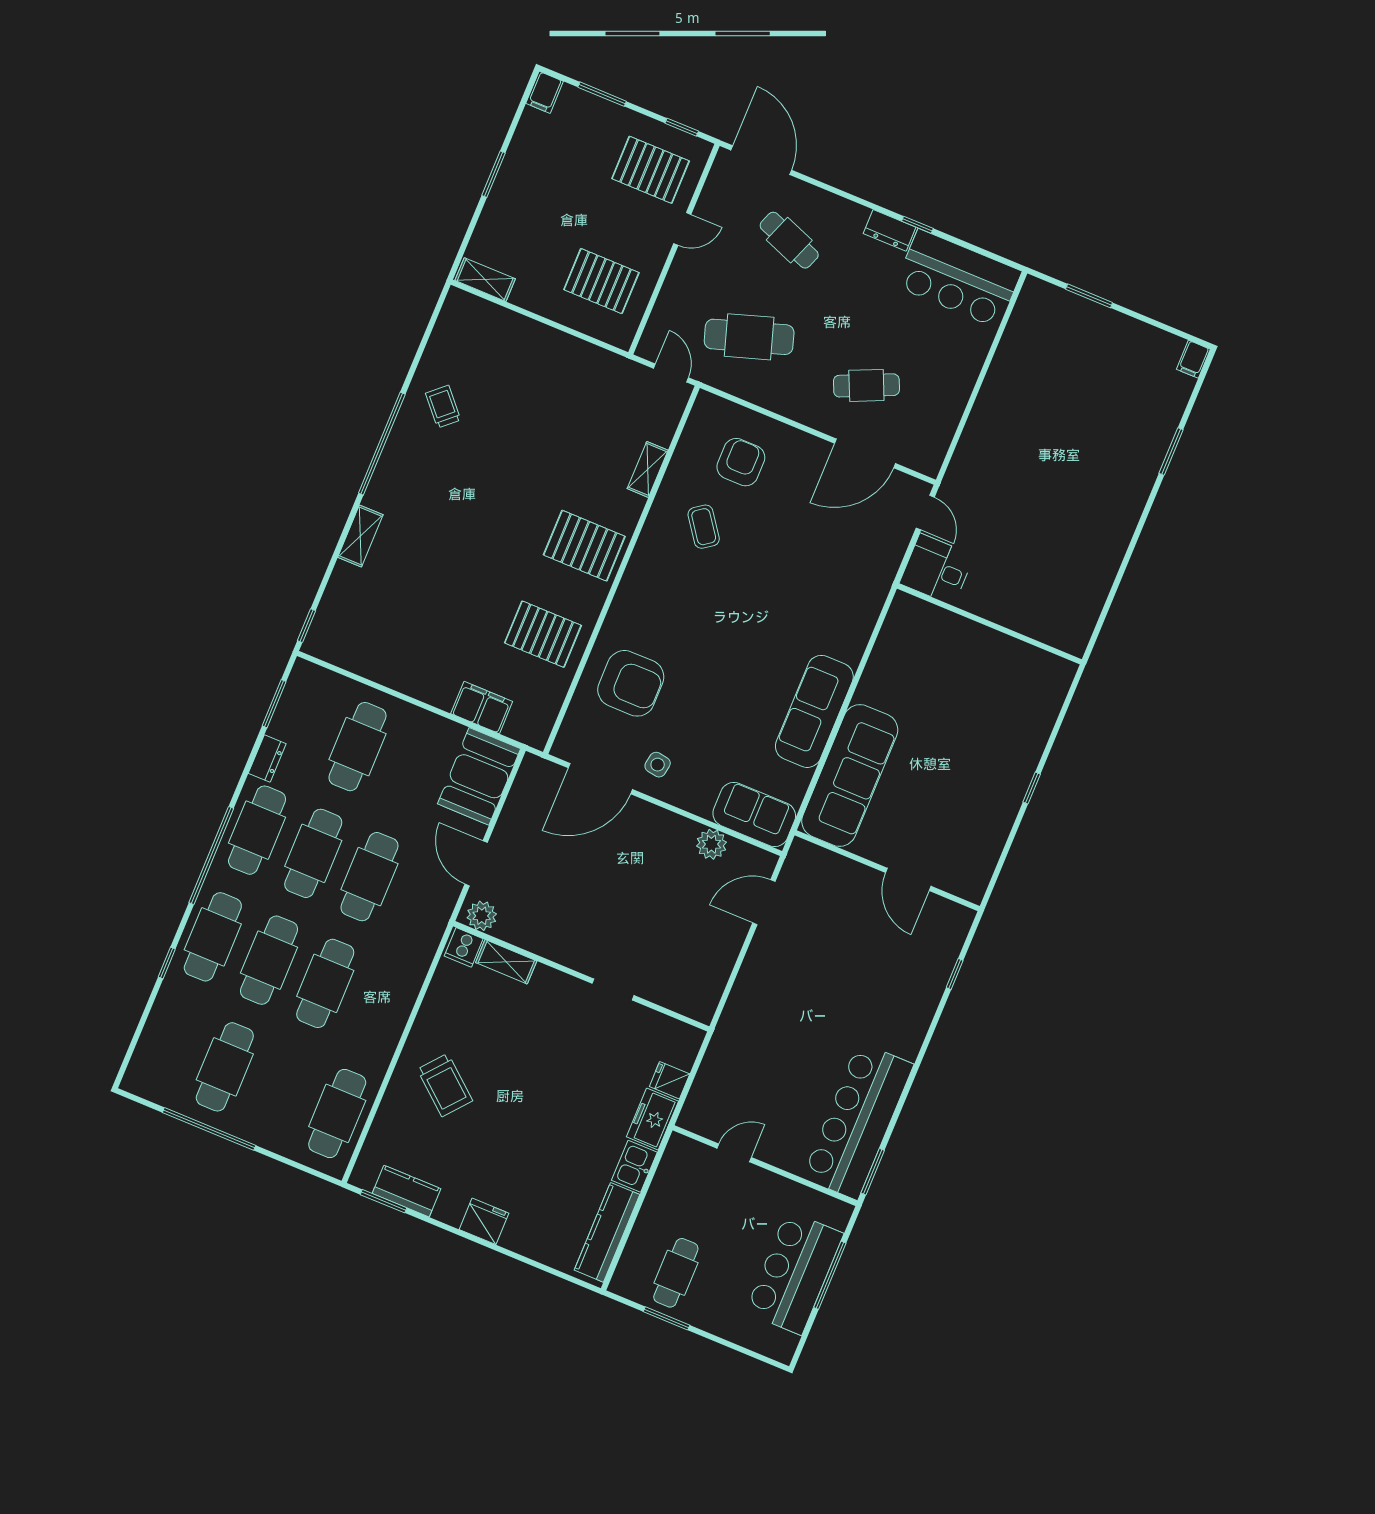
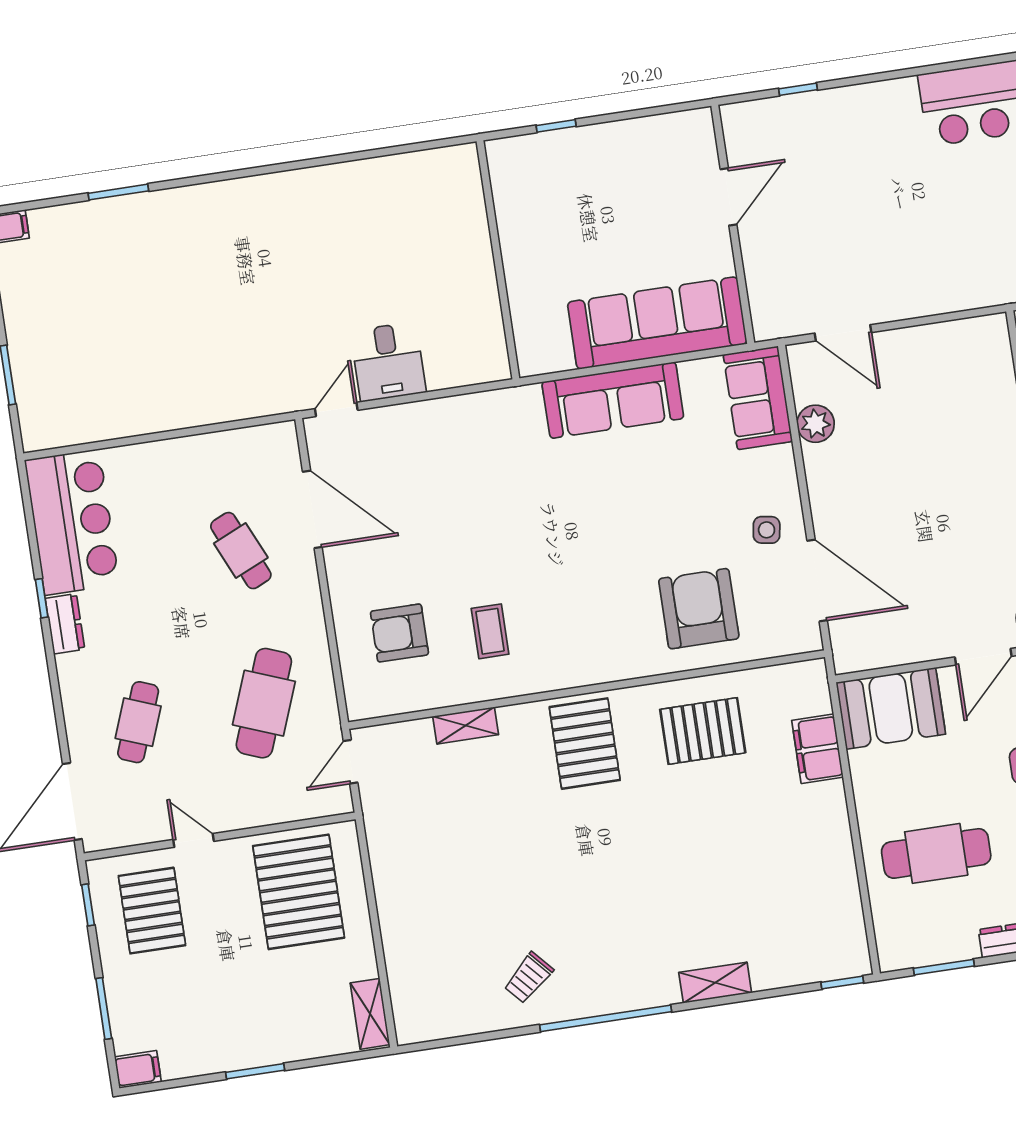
pallet: (601, 281) -> (299, 892), width x1.37, depth x1.41
cafe table: (749, 337) -> (264, 703), turned 39
coffee table: (704, 527) -> (490, 631), turned -54
wall: (989, 624) -> (498, 260), moved
pallet: (543, 634) -> (703, 731), turned 90

